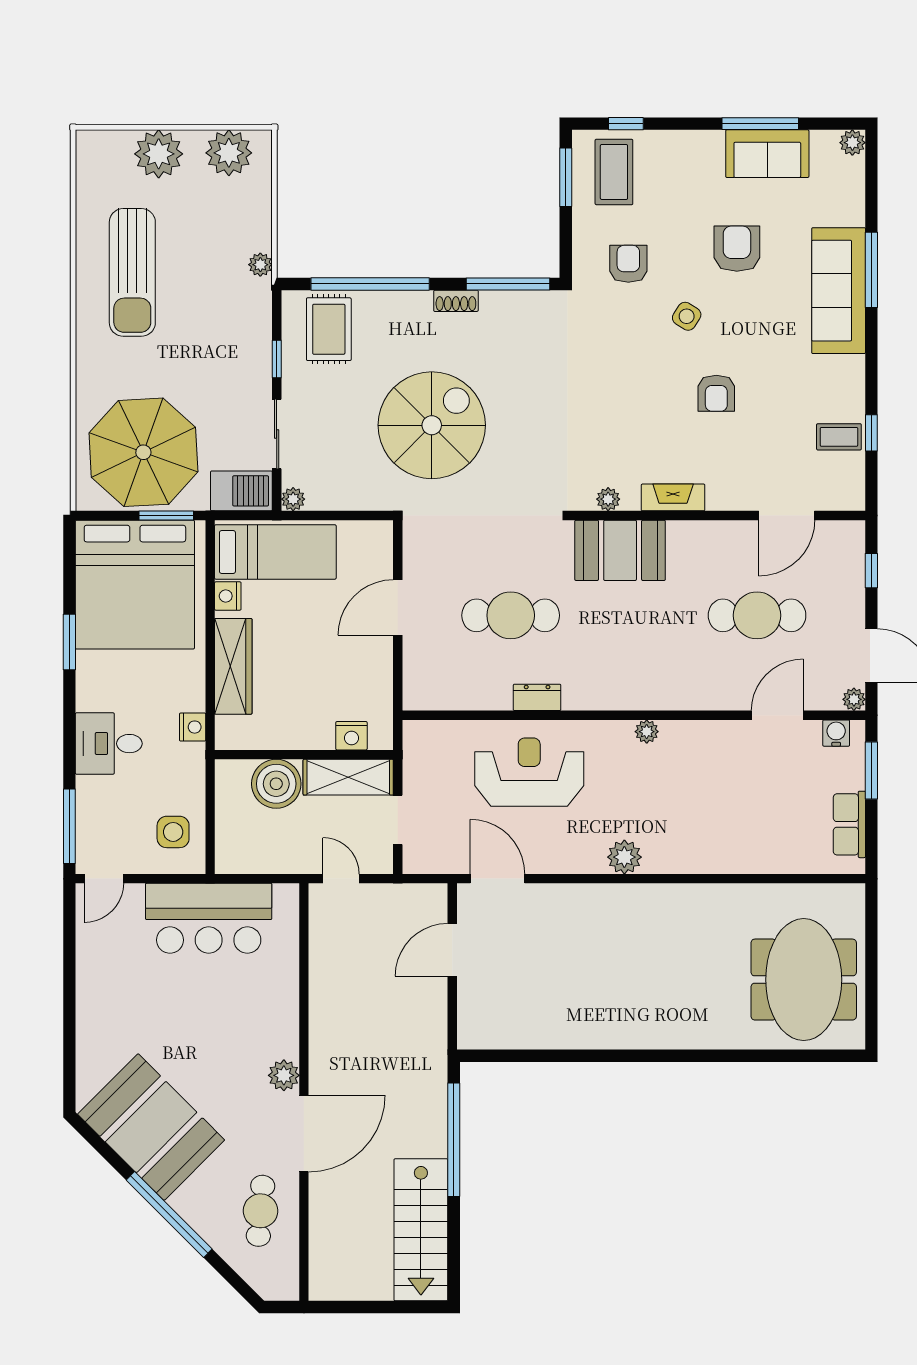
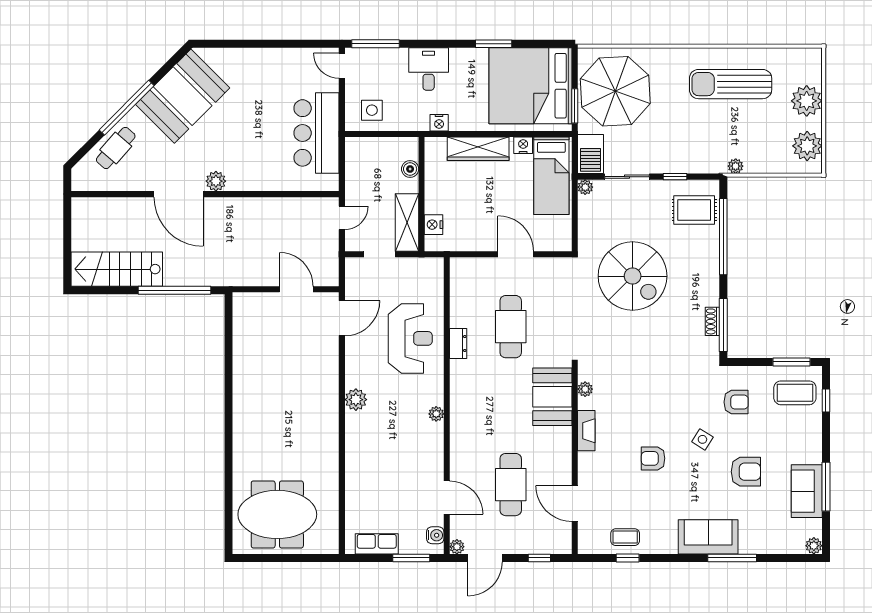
sofa: (839, 291) -> (708, 537), width x0.73
shoe rack: (456, 301) -> (712, 321), moved
coffee table: (839, 437) -> (625, 537), turned 90
boiler: (276, 784) -> (410, 169), width x0.54, depth x0.54
cafe table: (261, 1211) -> (116, 148), moved, turned -54

